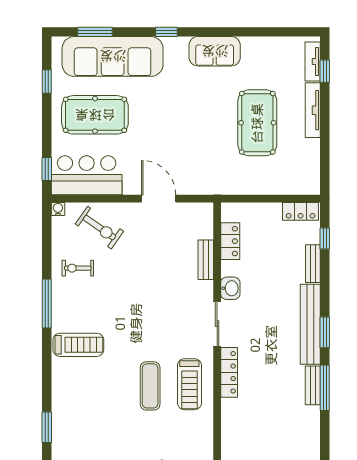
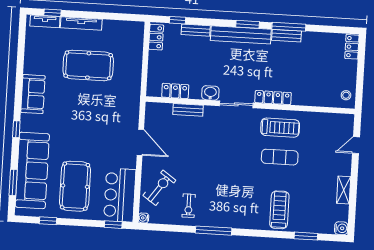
door: (159, 199) -> (140, 142), swing flipped
treadmill: (78, 345) -> (279, 210), moved

